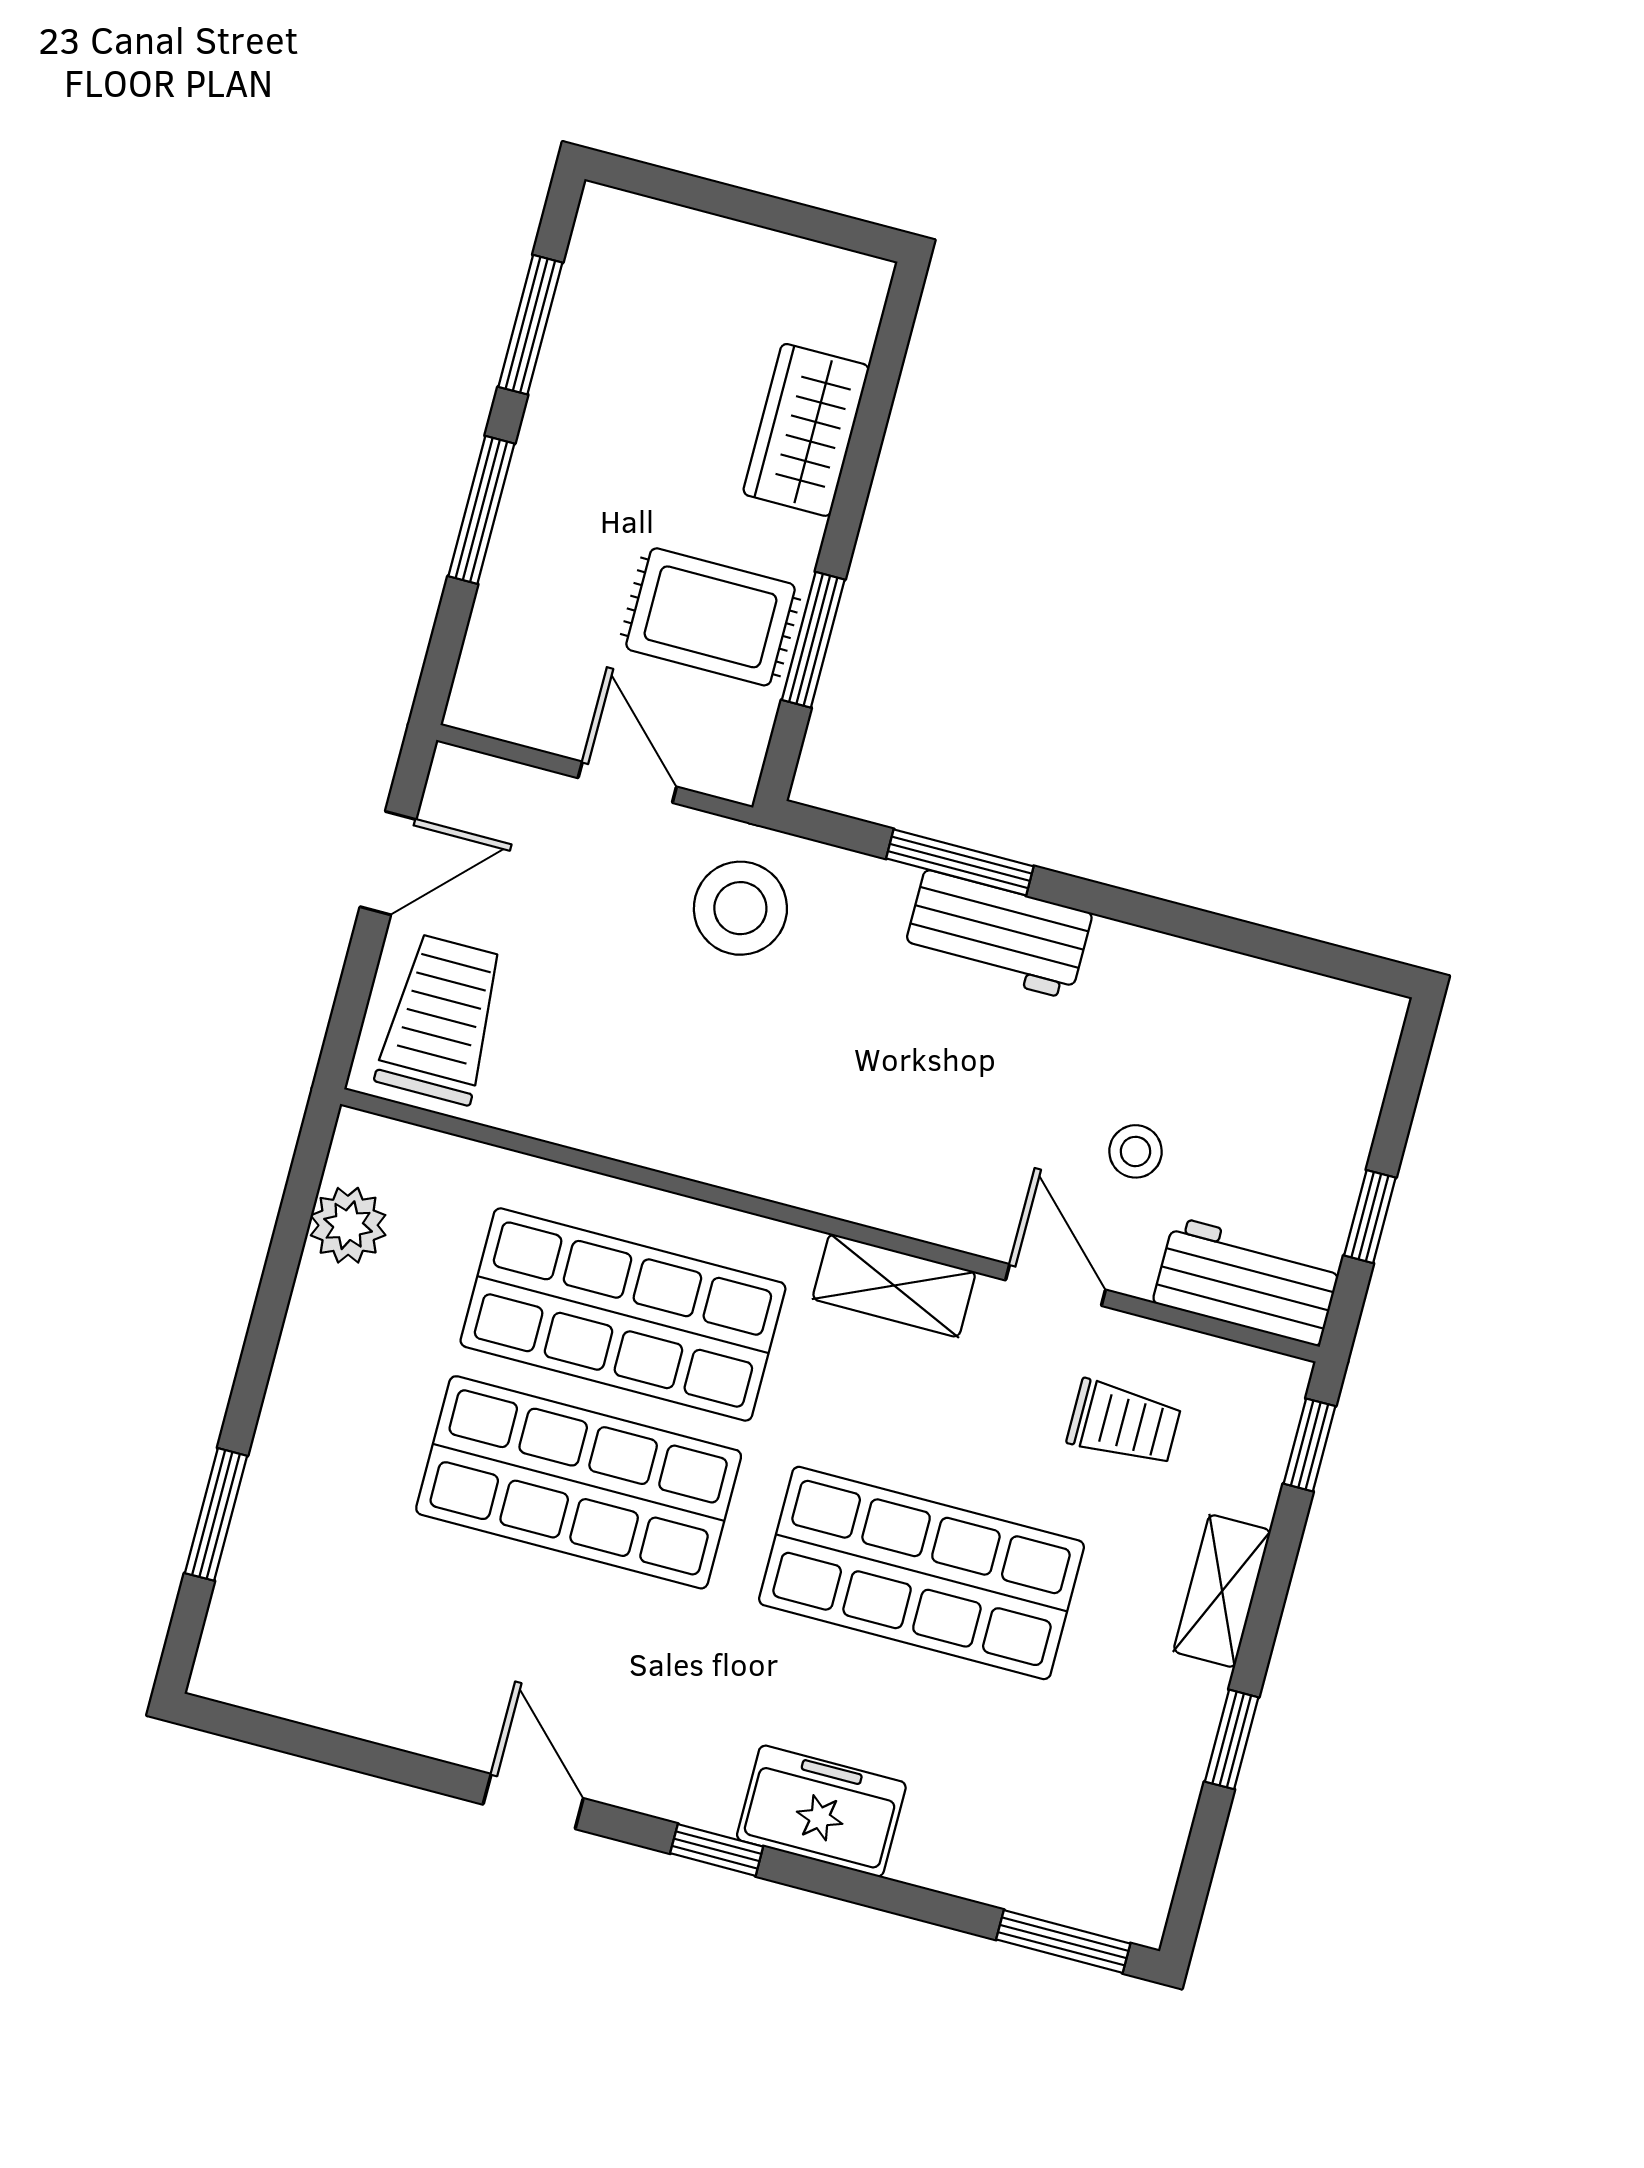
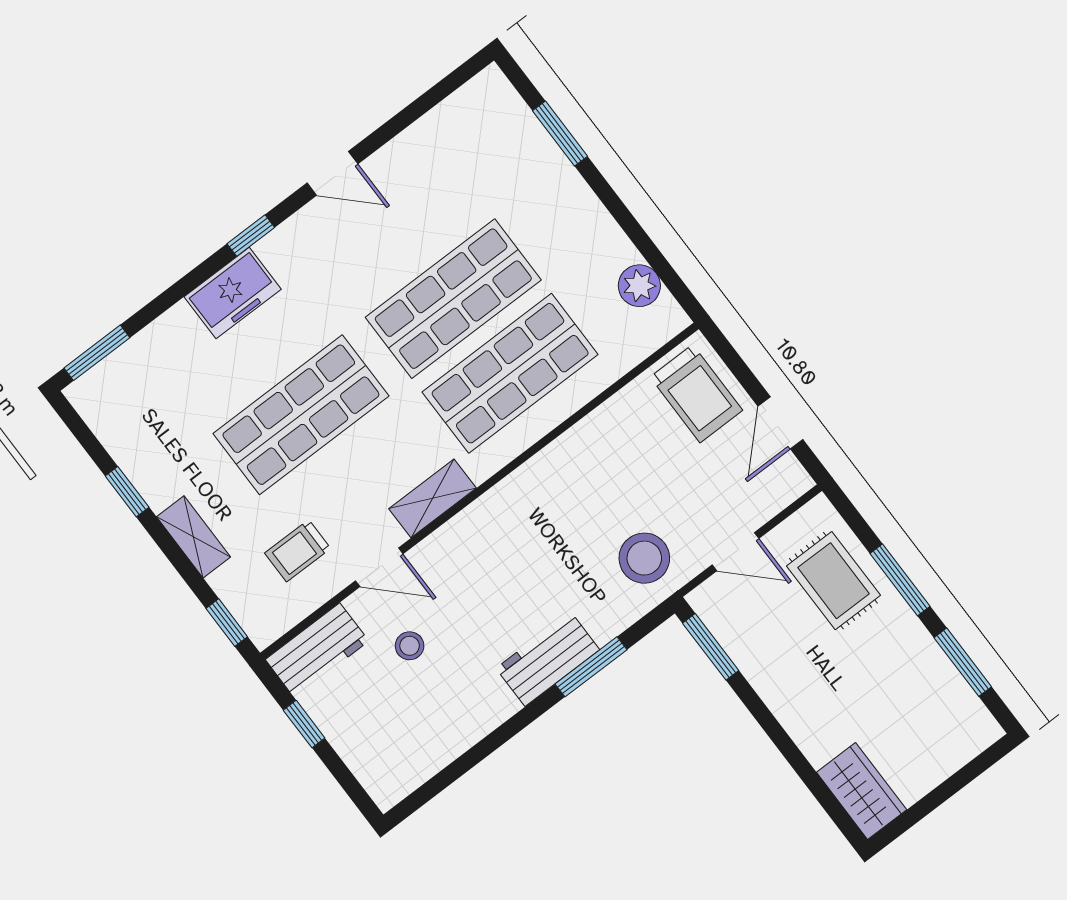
wardrobe: (806, 430) -> (862, 791), moved
rug: (710, 617) -> (833, 581), moved, turned 90
window: (813, 640) -> (711, 647), moved

